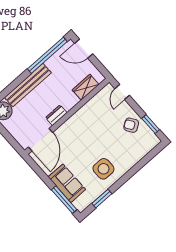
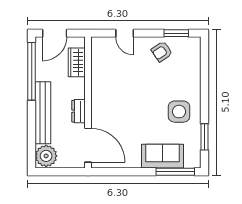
wardrobe: (86, 87) -> (77, 62), moved
dresser: (56, 115) -> (79, 111), moved
wall: (67, 116) -> (88, 102), moved
door: (41, 140) -> (88, 145), moved

